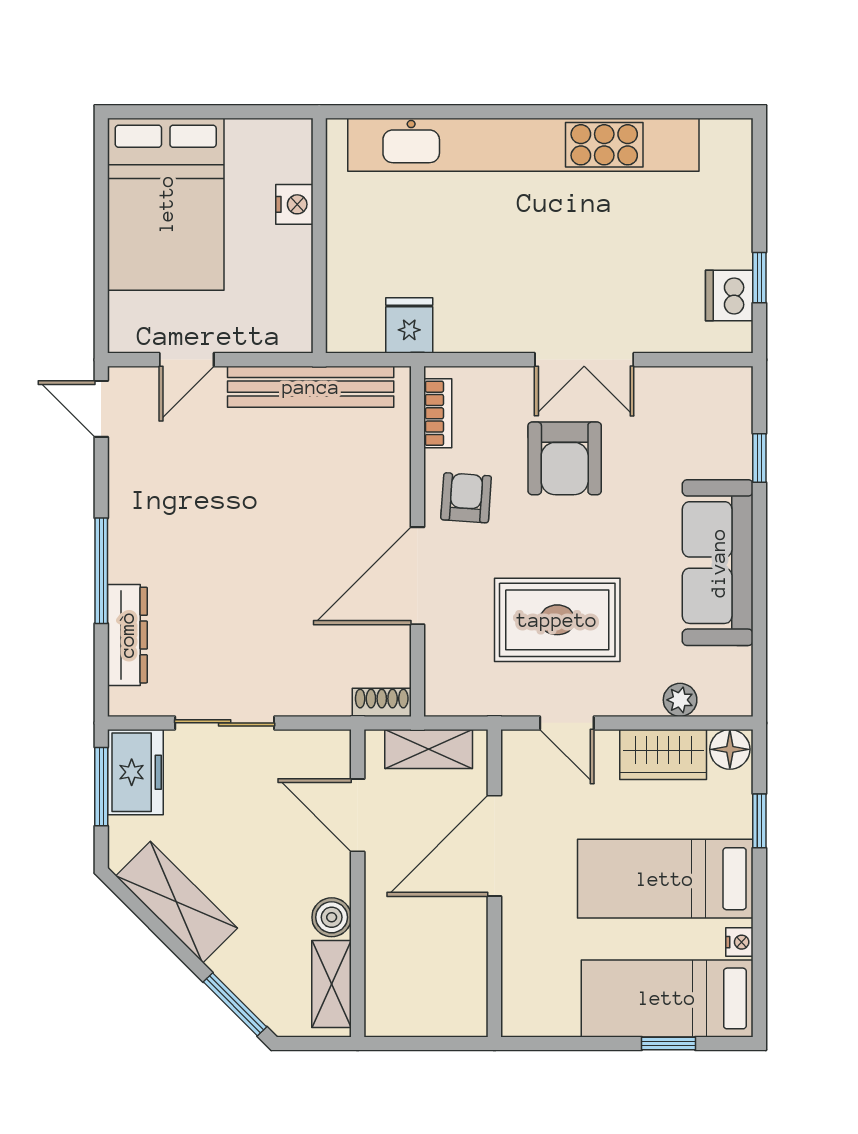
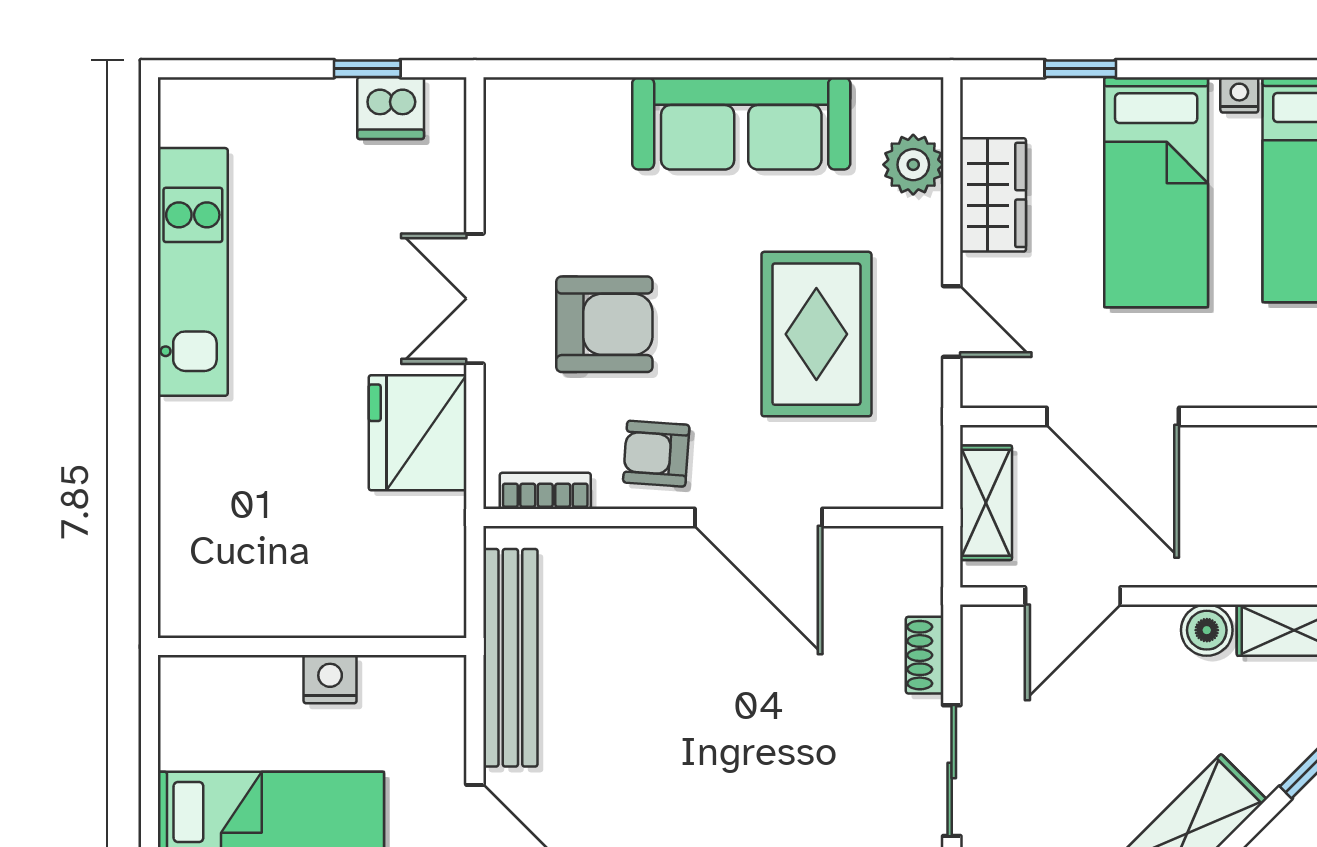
kitchen unit: (523, 145) -> (193, 272), width x0.54
nightstand: (294, 204) -> (330, 679), moved
fridge: (409, 325) -> (418, 433), moved, width x1.88, depth x1.34
double door: (584, 360) -> (475, 299), swing flipped
window: (759, 458) -> (604, 69), removed
plant: (680, 700) -> (913, 165), width x1.38, depth x1.38
shoe rack: (382, 702) -> (925, 655), moved
door: (567, 723) -> (952, 321), hinge flipped
floor lamp: (730, 749) -> (986, 107), removed

